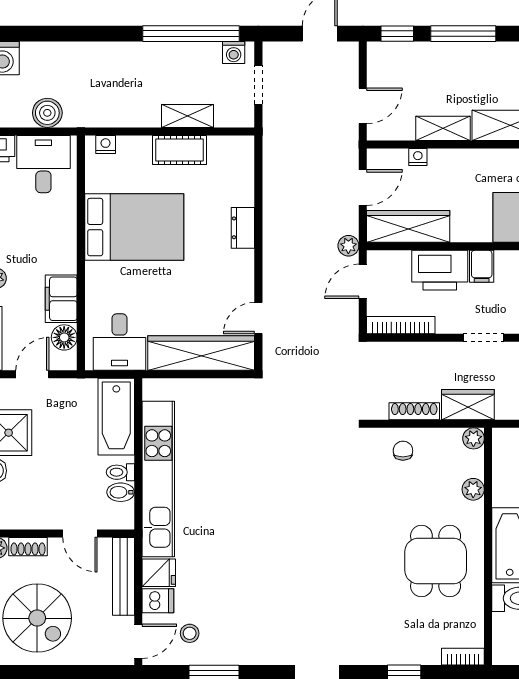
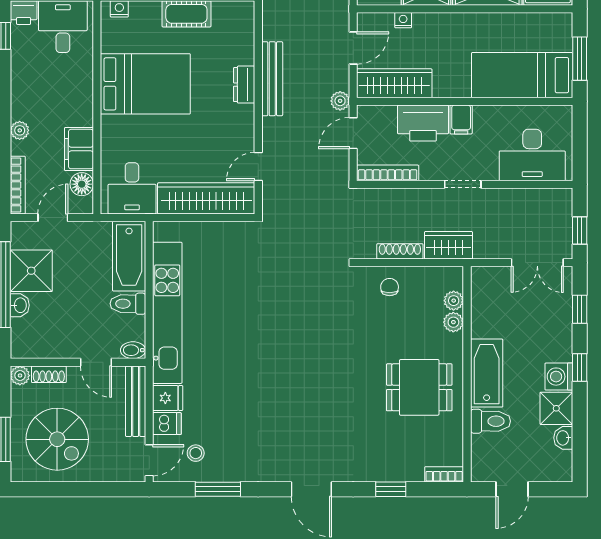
bench: (274, 221) -> (272, 79), added
plant: (473, 438) -> (454, 301), moved
toilet: (120, 472) -> (128, 304), width x1.37, depth x1.39
bidet: (121, 492) -> (133, 350), moved
dining table: (436, 561) -> (419, 387), turned 90

